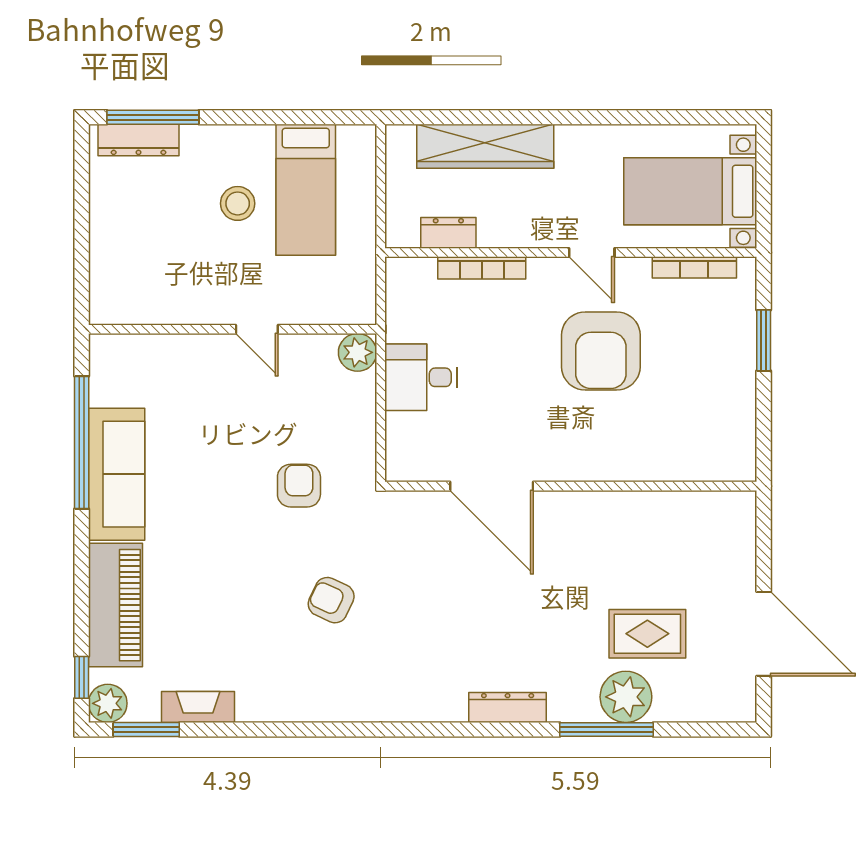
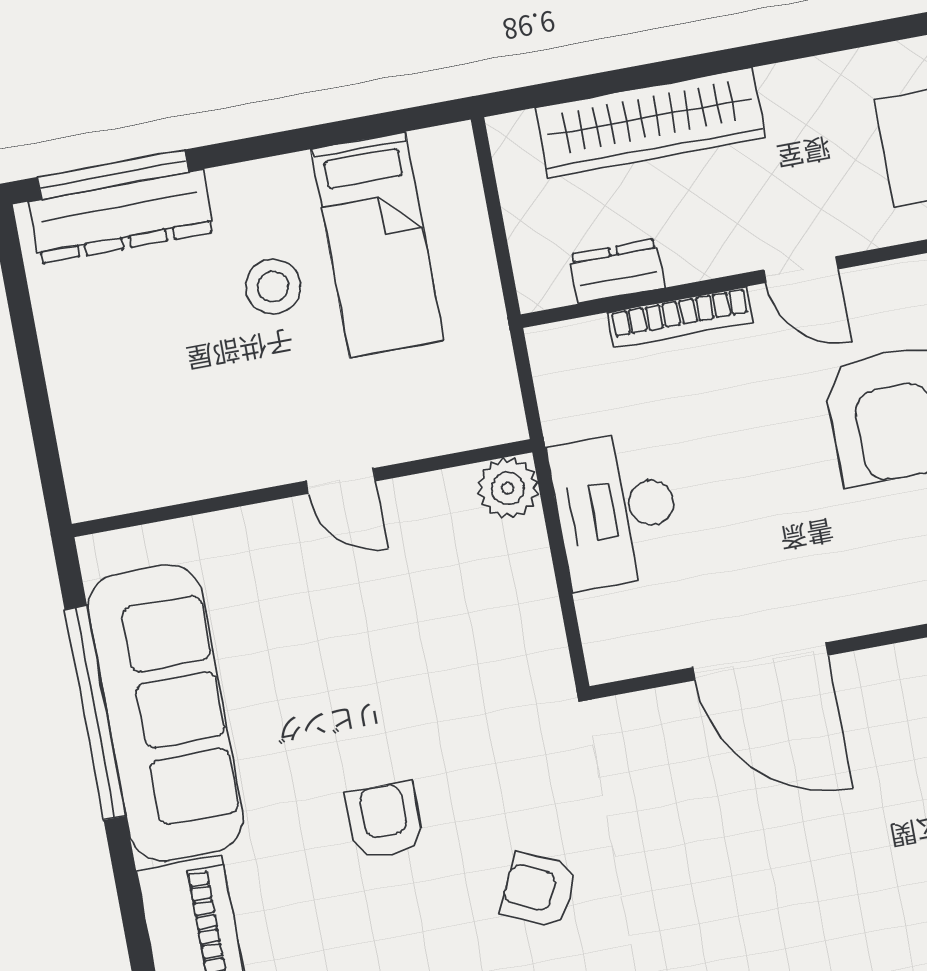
dresser: (138, 140) -> (121, 217), width x1.37, depth x1.24
door: (592, 253) -> (801, 269), moved
desk: (421, 377) -> (616, 509), width x1.37
sofa: (117, 474) -> (166, 713), width x1.36, depth x1.27
armchair: (299, 486) -> (385, 821), moved

